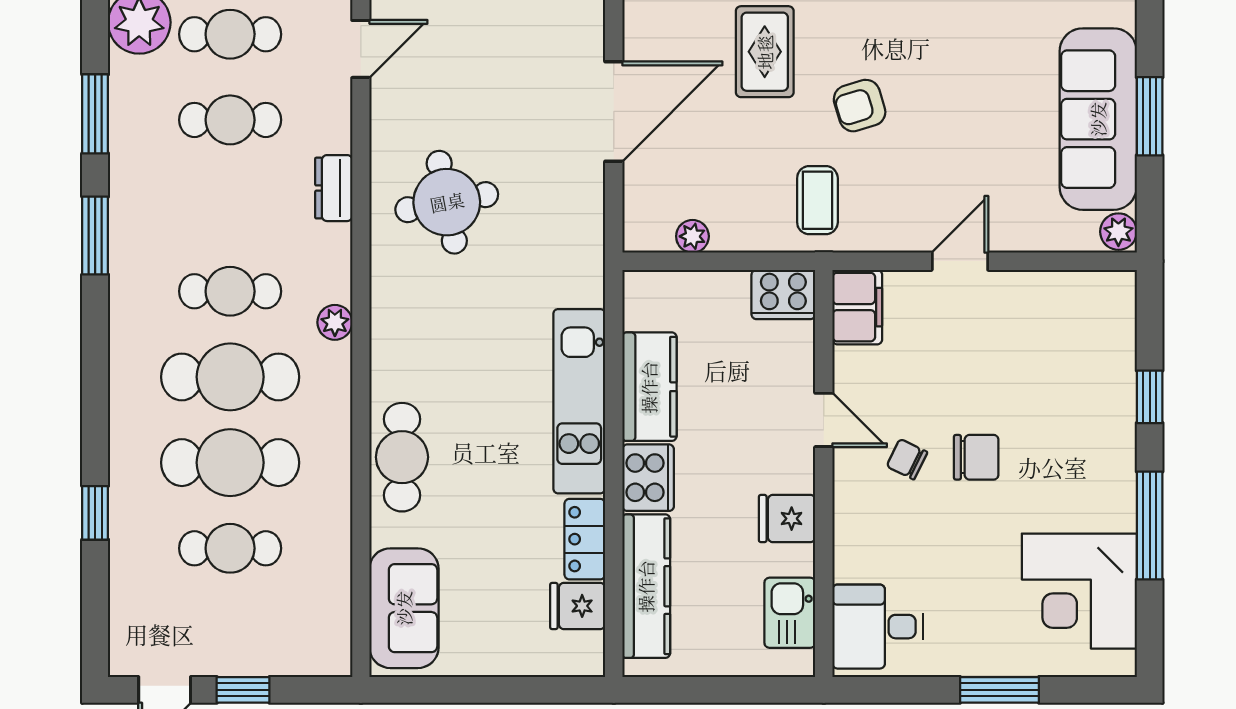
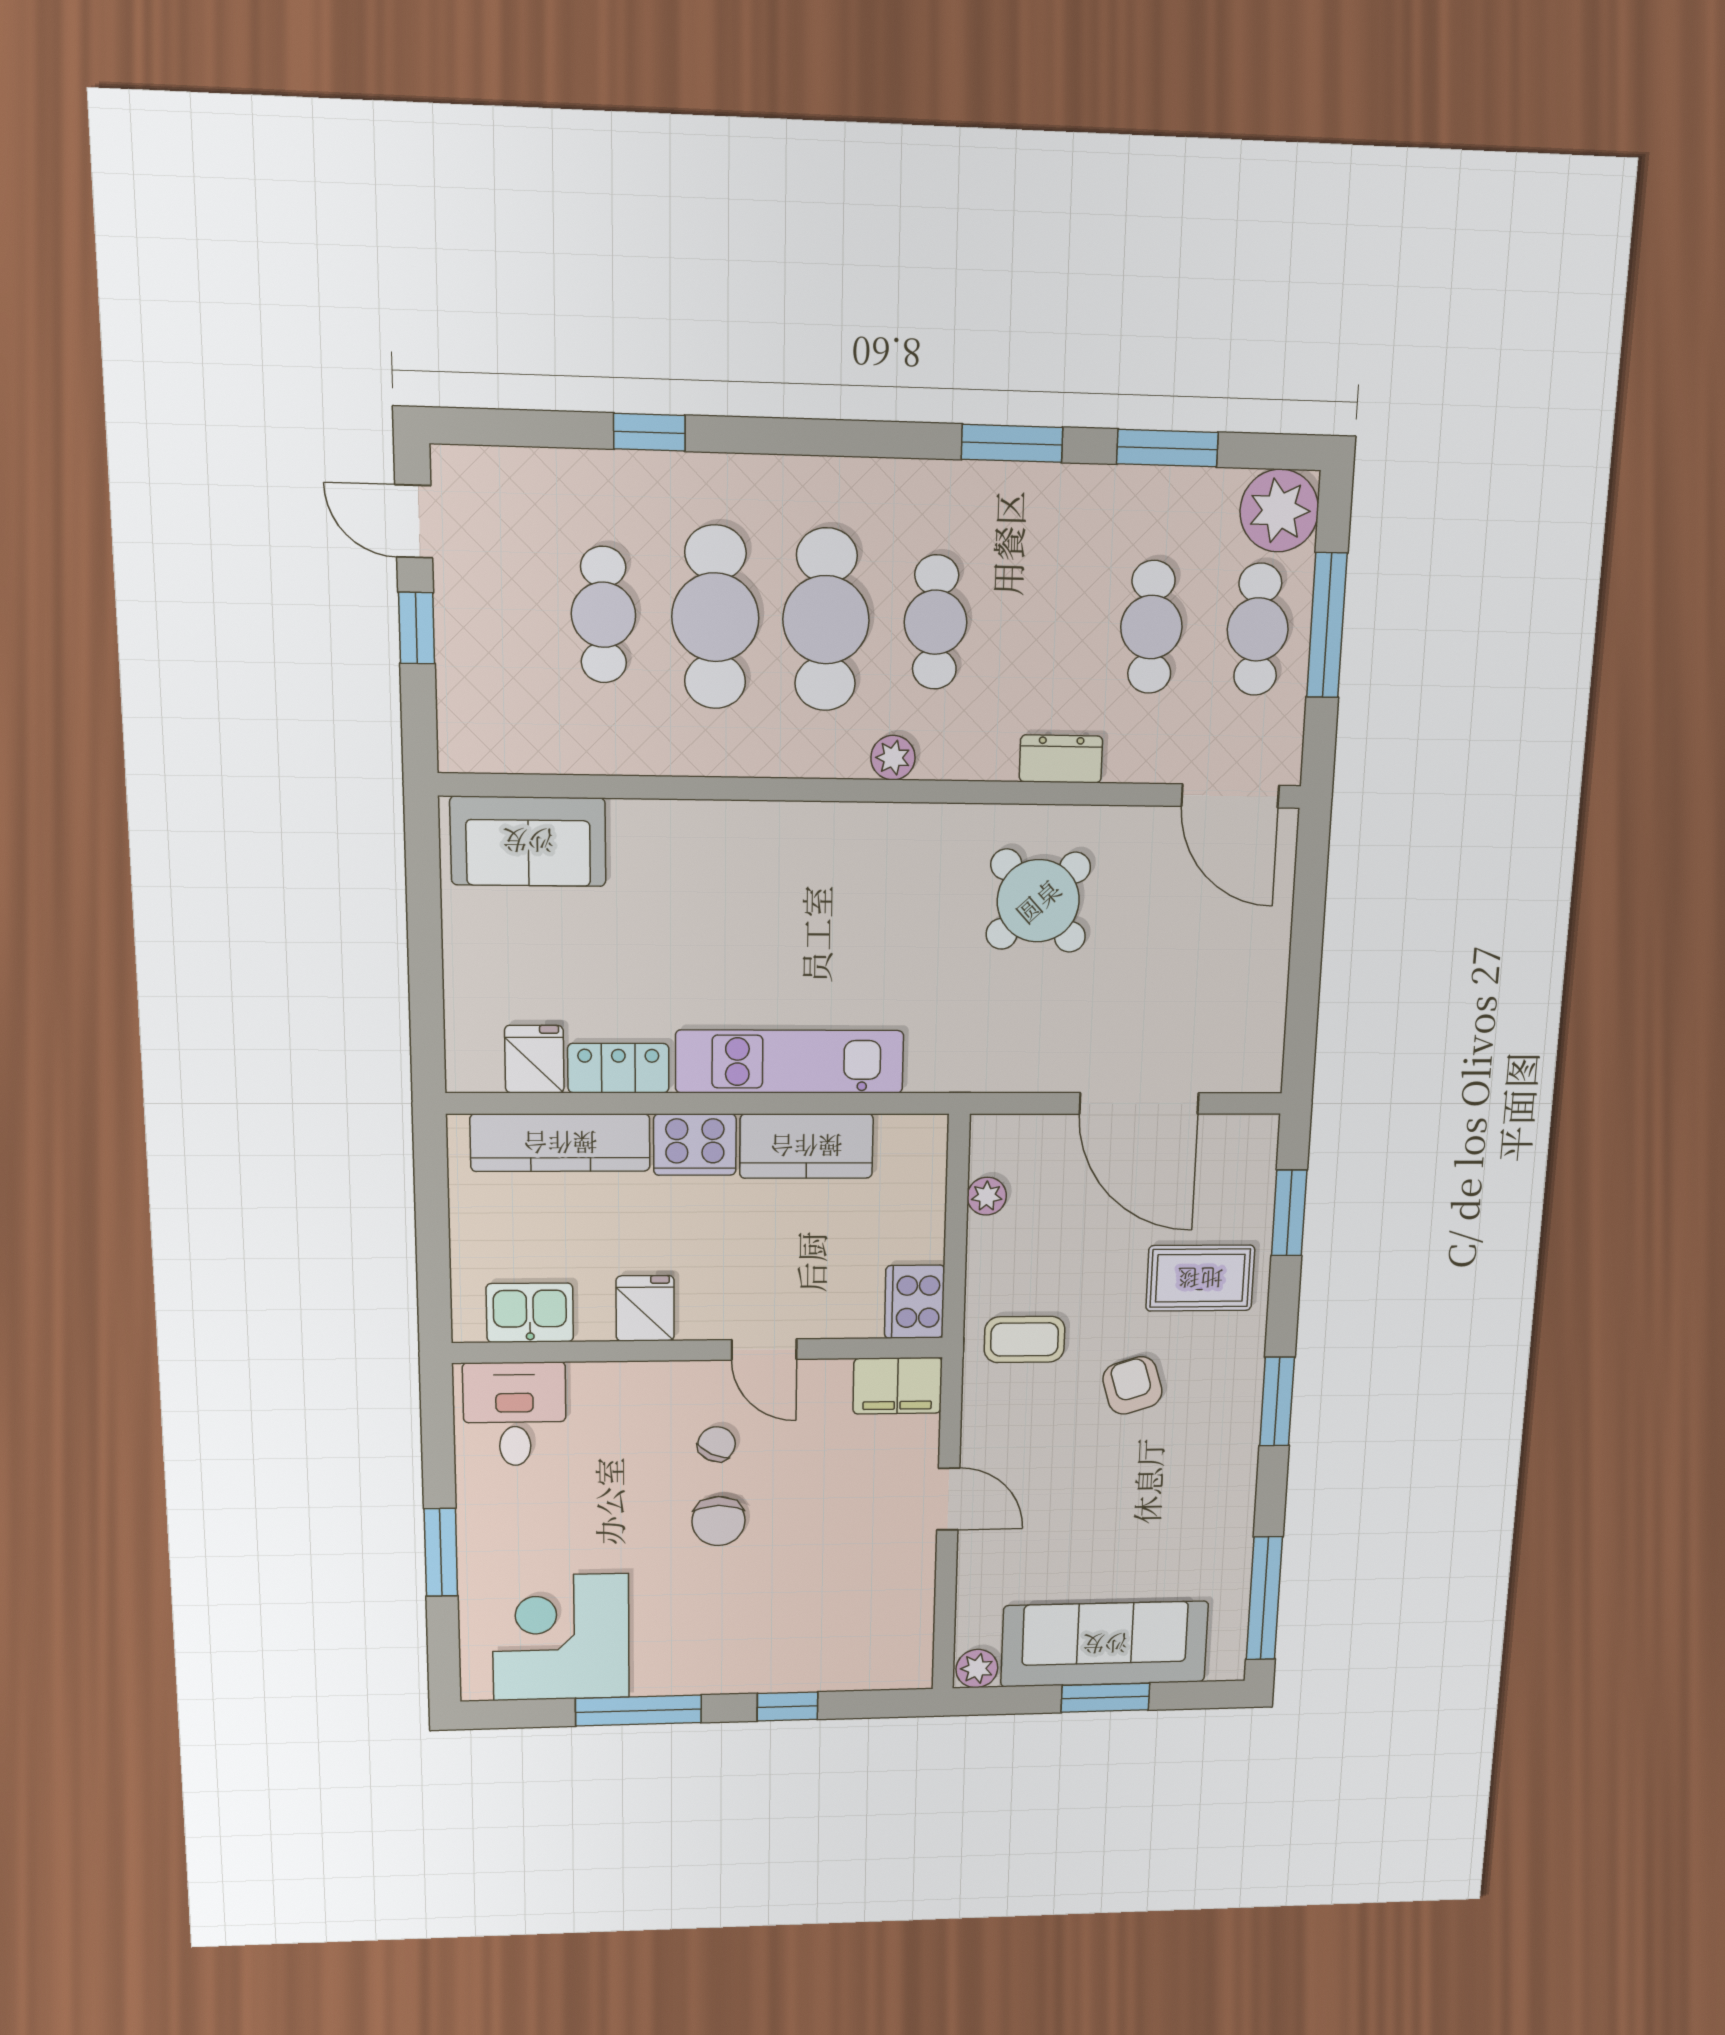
door: (361, 49) -> (1230, 796), width x1.38
round table: (447, 202) -> (1038, 901), turned -32
door: (824, 420) -> (764, 1350), hinge flipped
cafe table: (402, 457) -> (721, 841), removed

